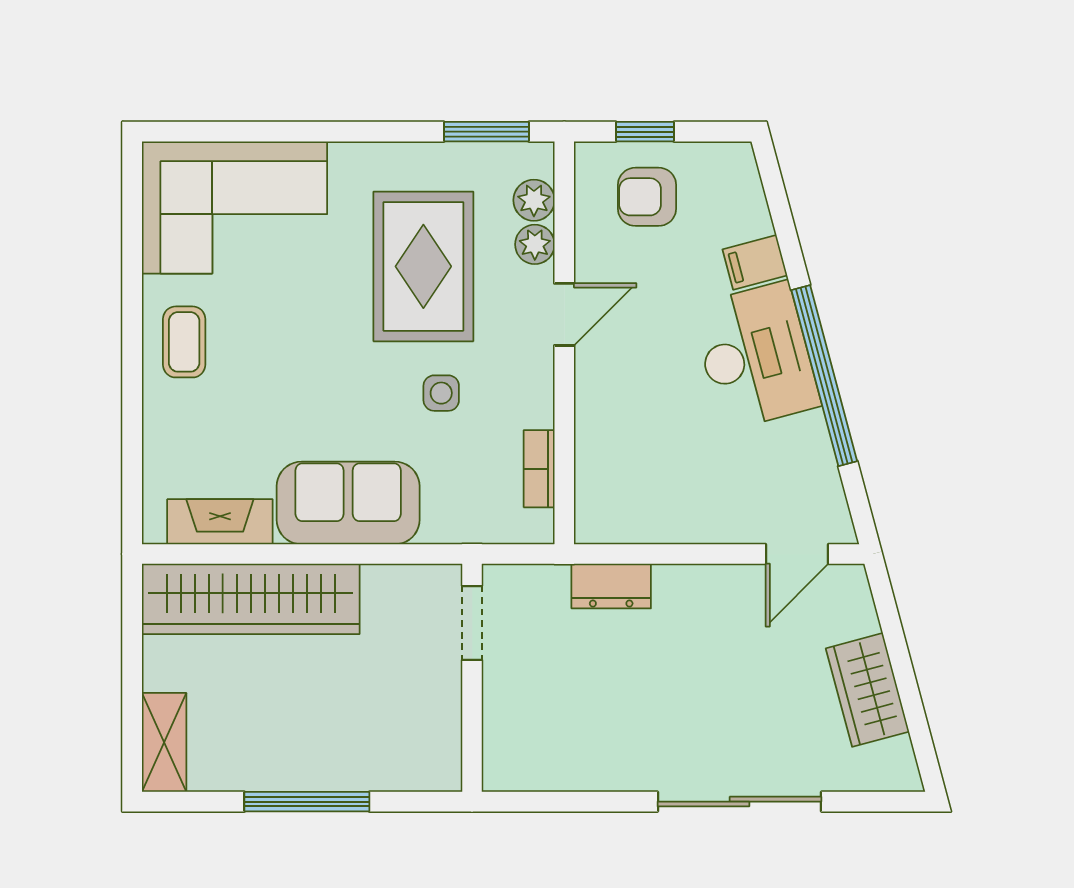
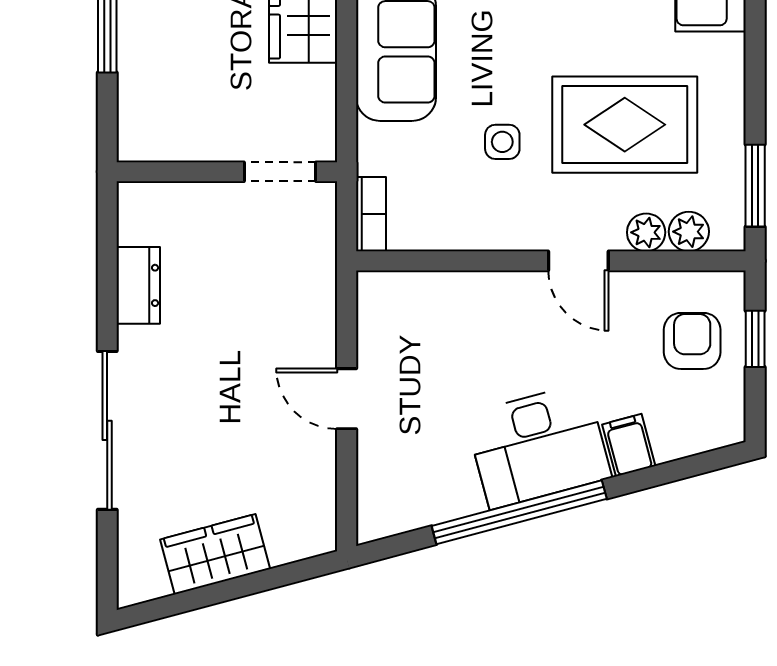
bookcase: (539, 469) -> (371, 214), moved, turned 90
door: (797, 554) -> (347, 399), moved
dresser: (611, 586) -> (138, 285), moved, turned 180

